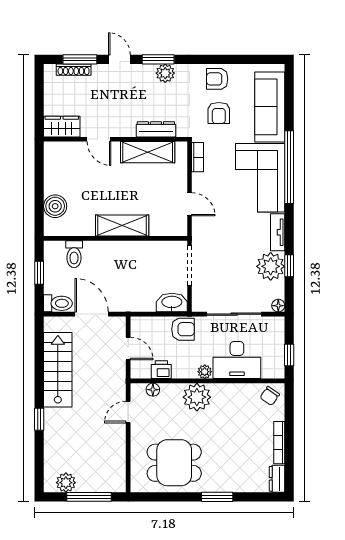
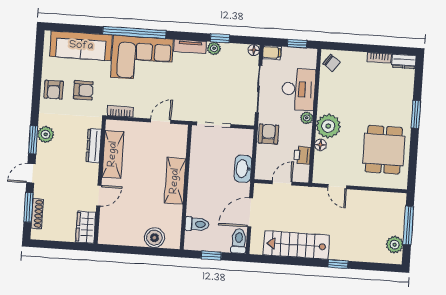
plant: (271, 266) -> (214, 48), width x0.53, depth x0.53
washbasin: (172, 303) -> (243, 169), moved
filing cabinet: (277, 326) -> (272, 52), added
floor lamp: (153, 390) -> (321, 145), moved
bookcase: (279, 443) -> (379, 58), width x0.64

